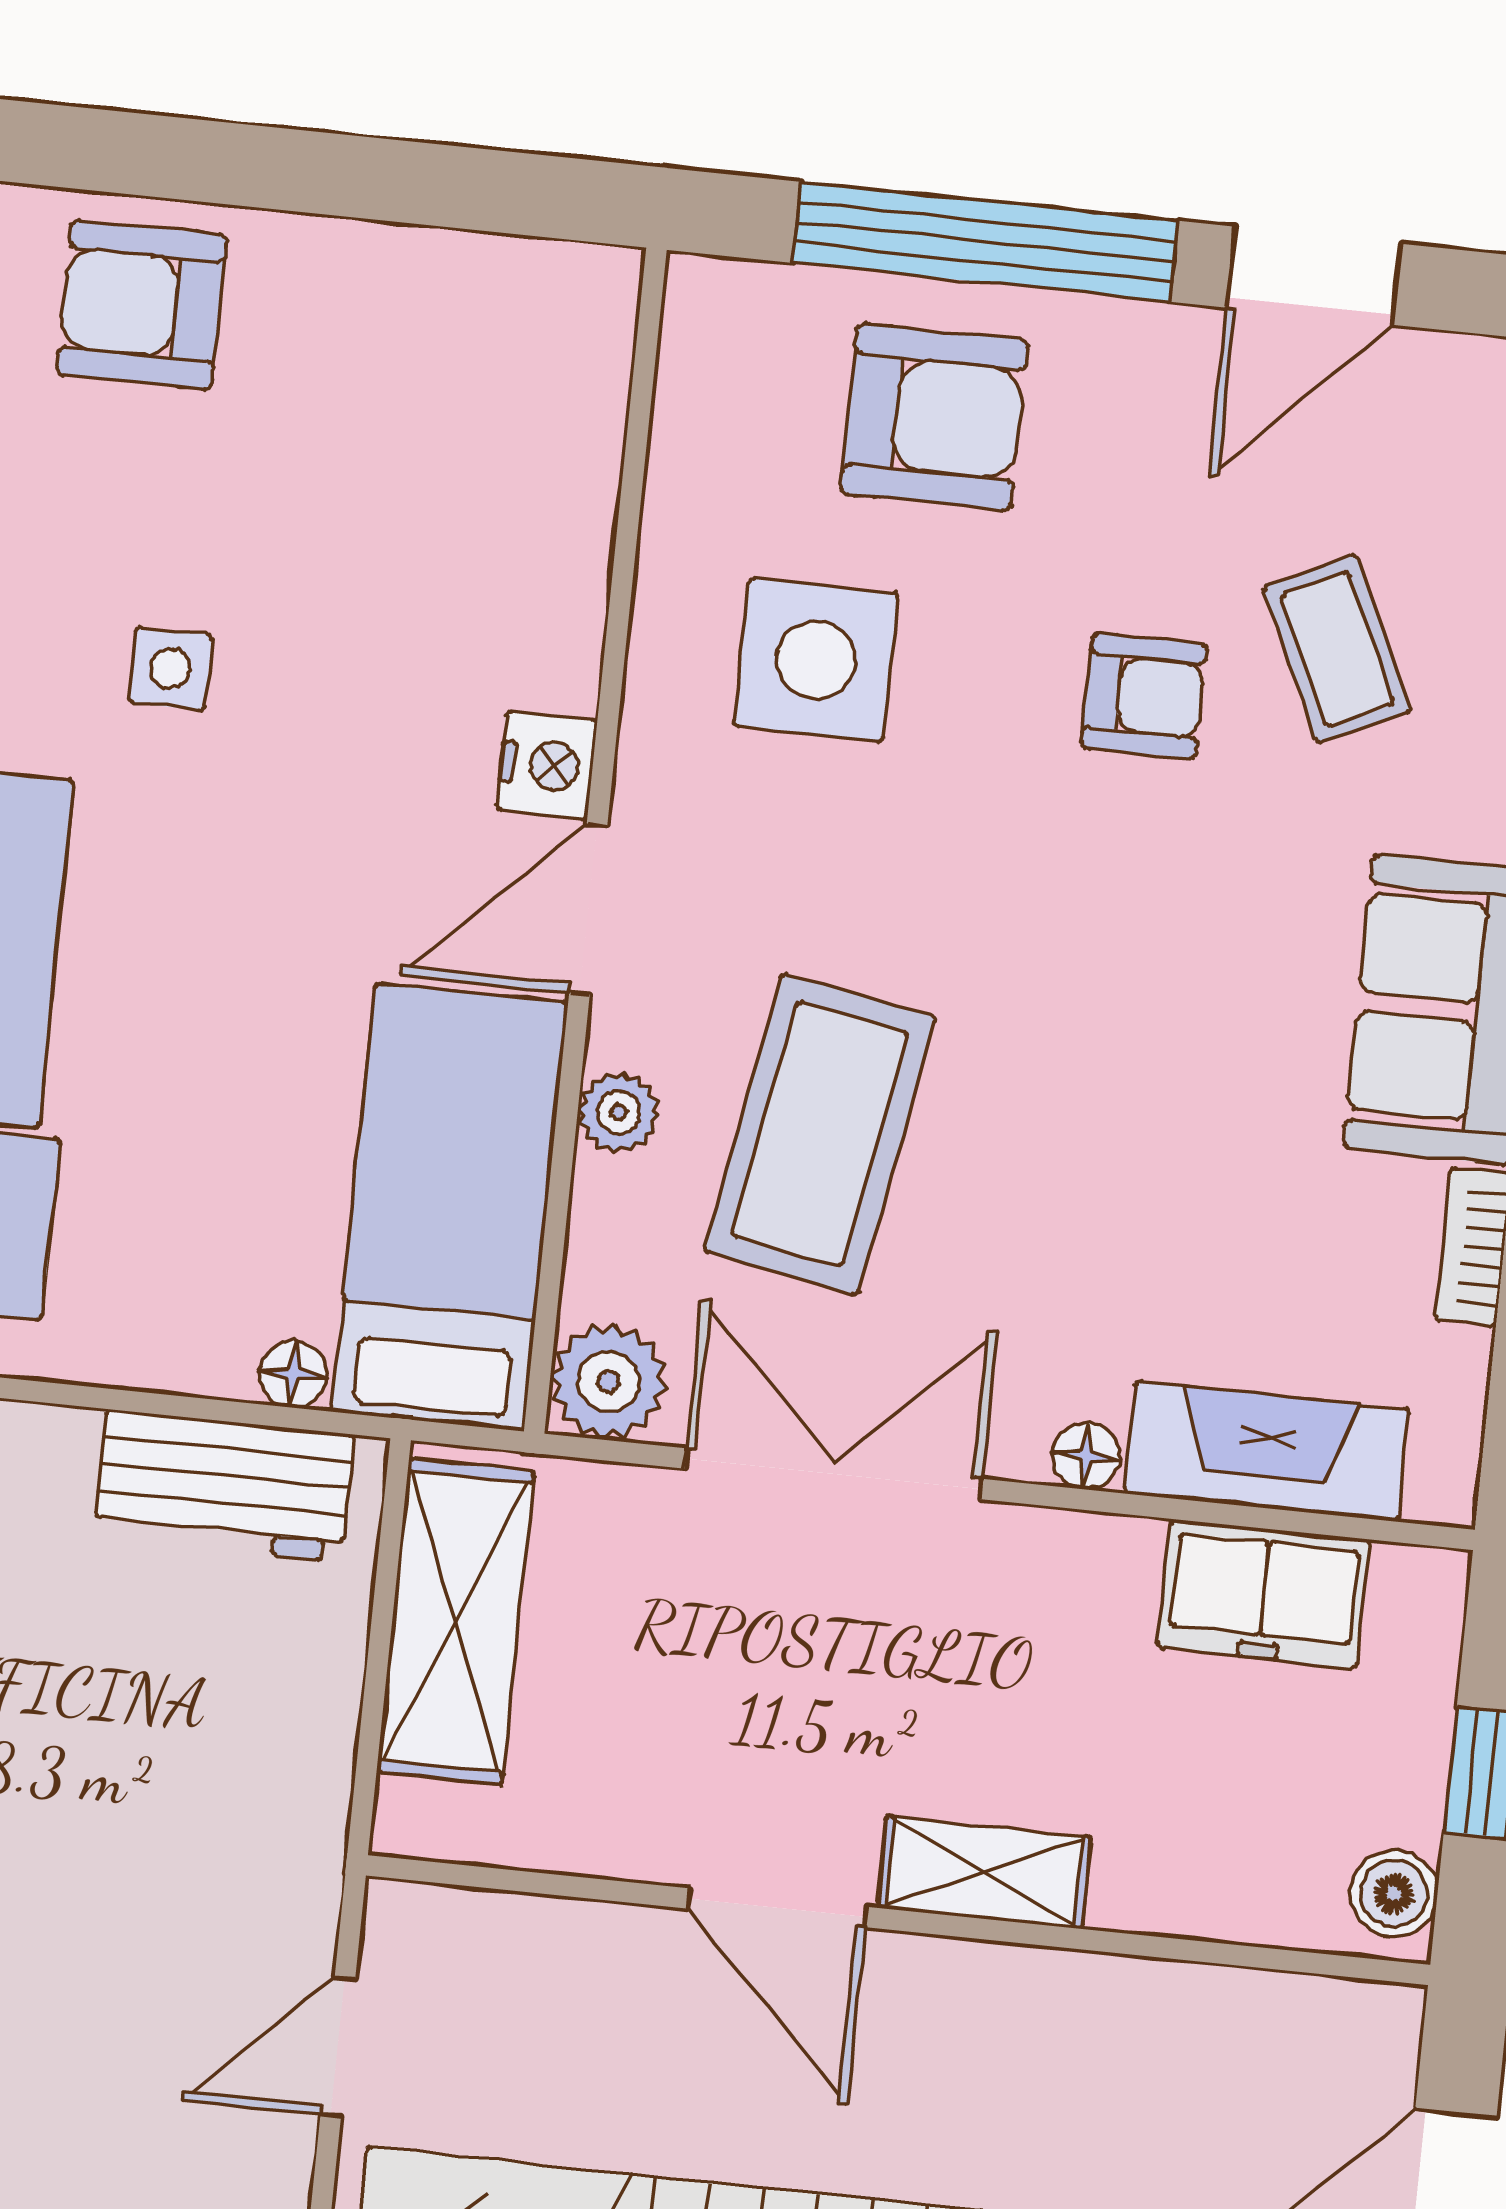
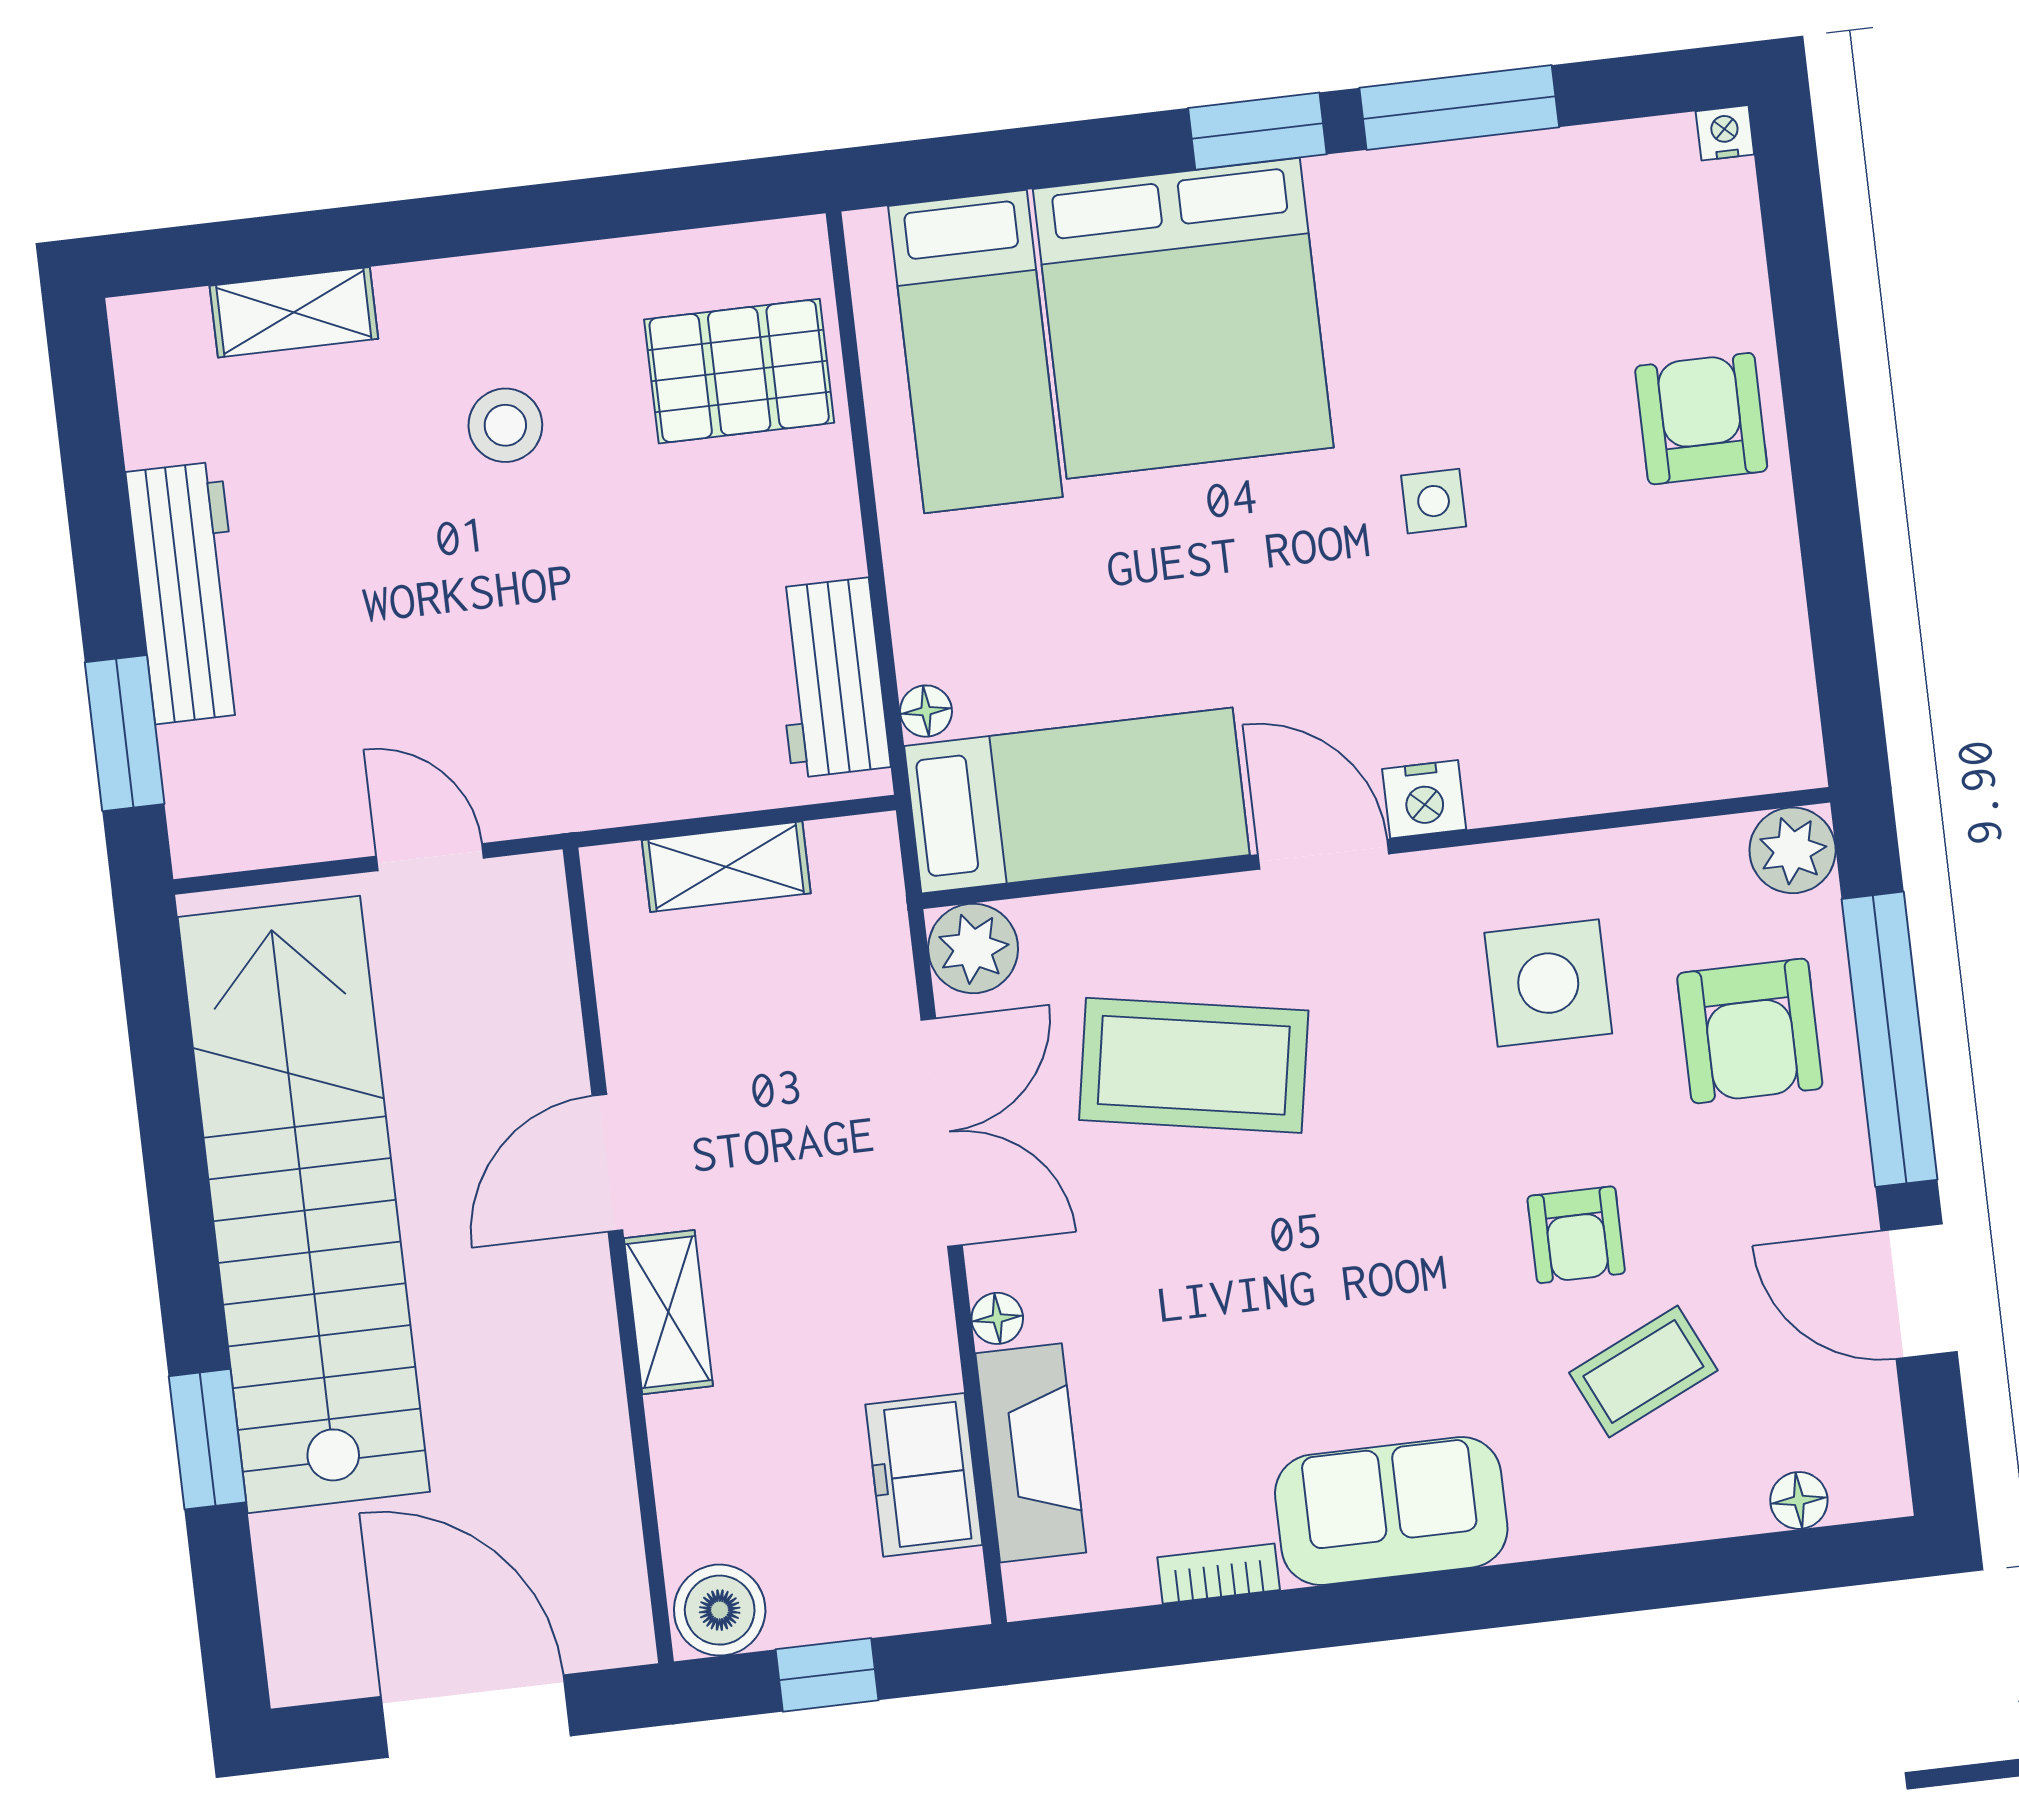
plant: (619, 1112) -> (1793, 850), moved, width x1.38, depth x1.38
shelving: (455, 1622) -> (726, 867), width x0.67, depth x0.75
boiler: (1394, 1894) -> (720, 1610), width x1.36, depth x1.36

